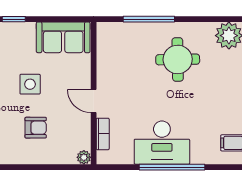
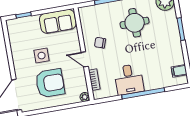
chair: (121, 80) -> (100, 43), added
armchair: (36, 128) -> (50, 83), width x1.88, depth x1.88
desk: (162, 143) -> (129, 79), width x0.73

